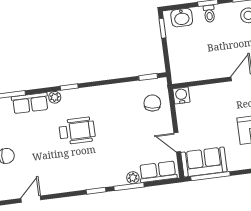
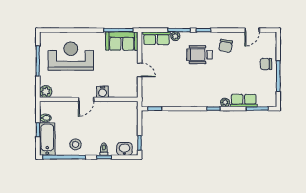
water cooler: (181, 95) -> (102, 92), moved
chair: (152, 103) -> (226, 46), moved
wheelchair: (77, 131) -> (200, 55), moved
door: (177, 142) -> (140, 70), moved

